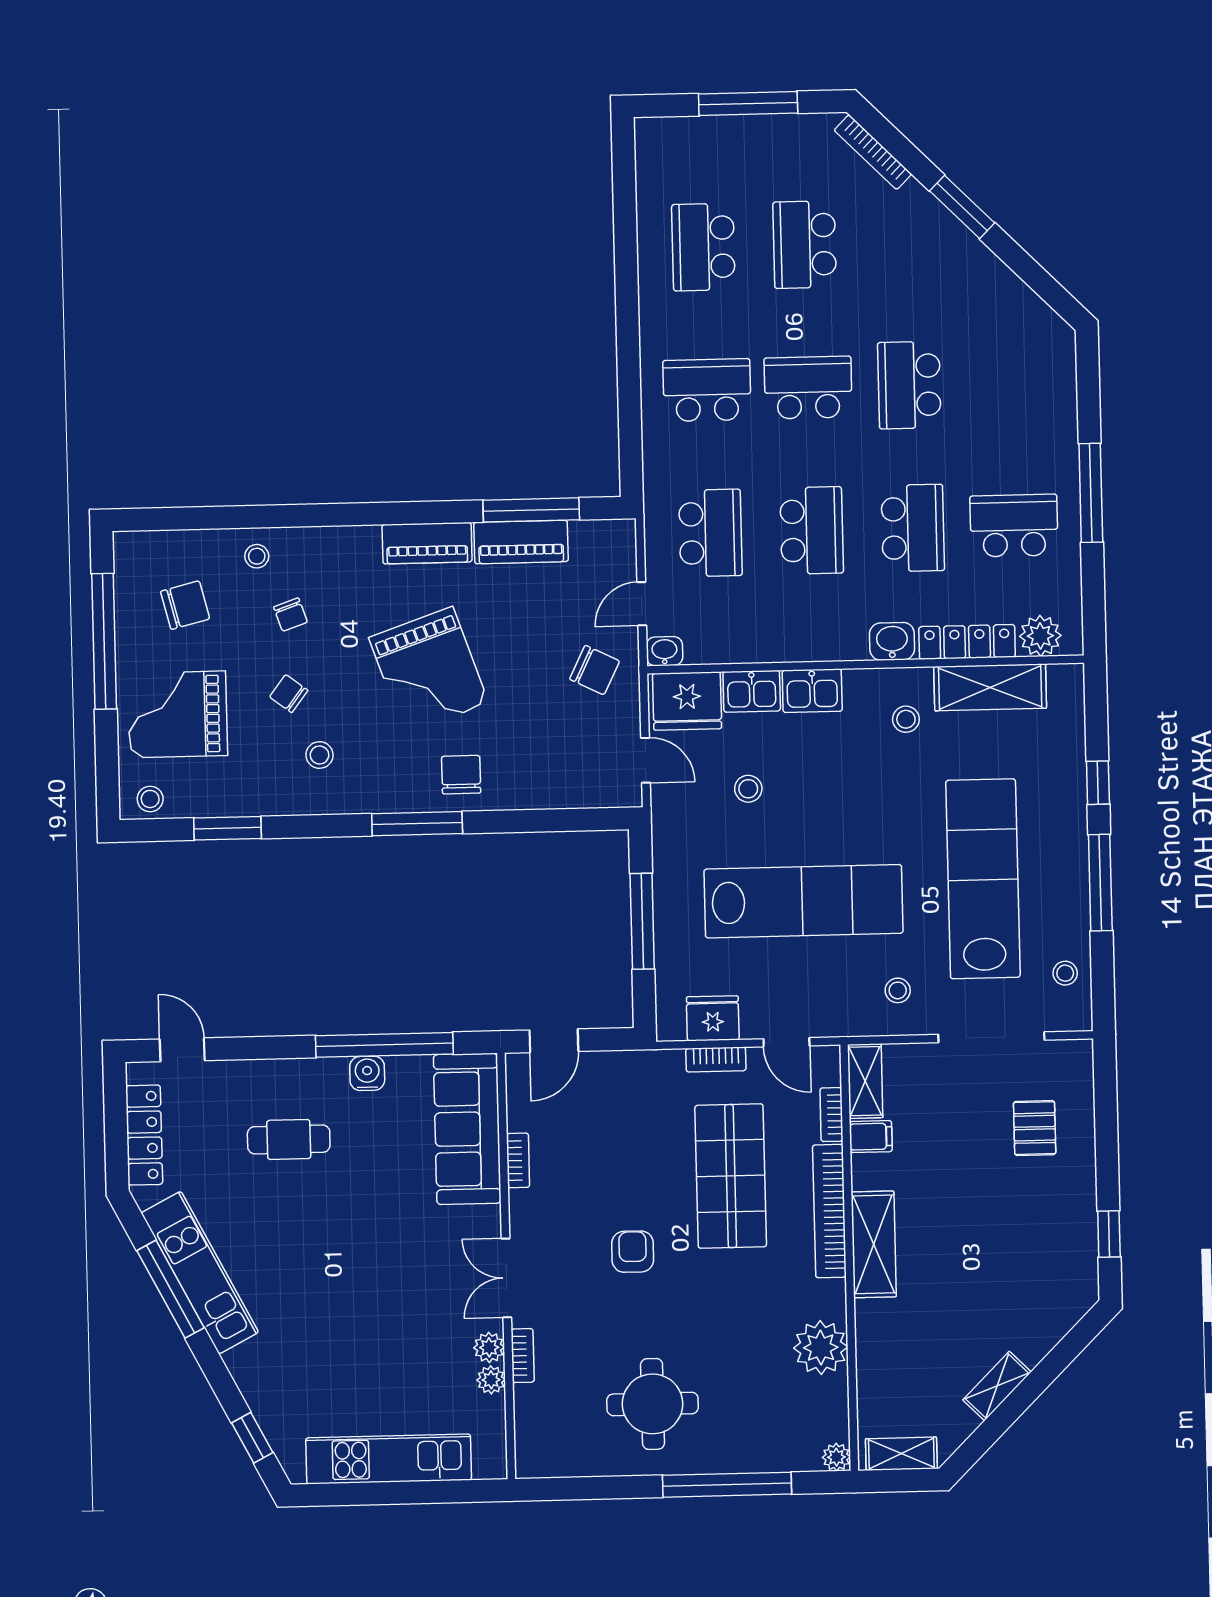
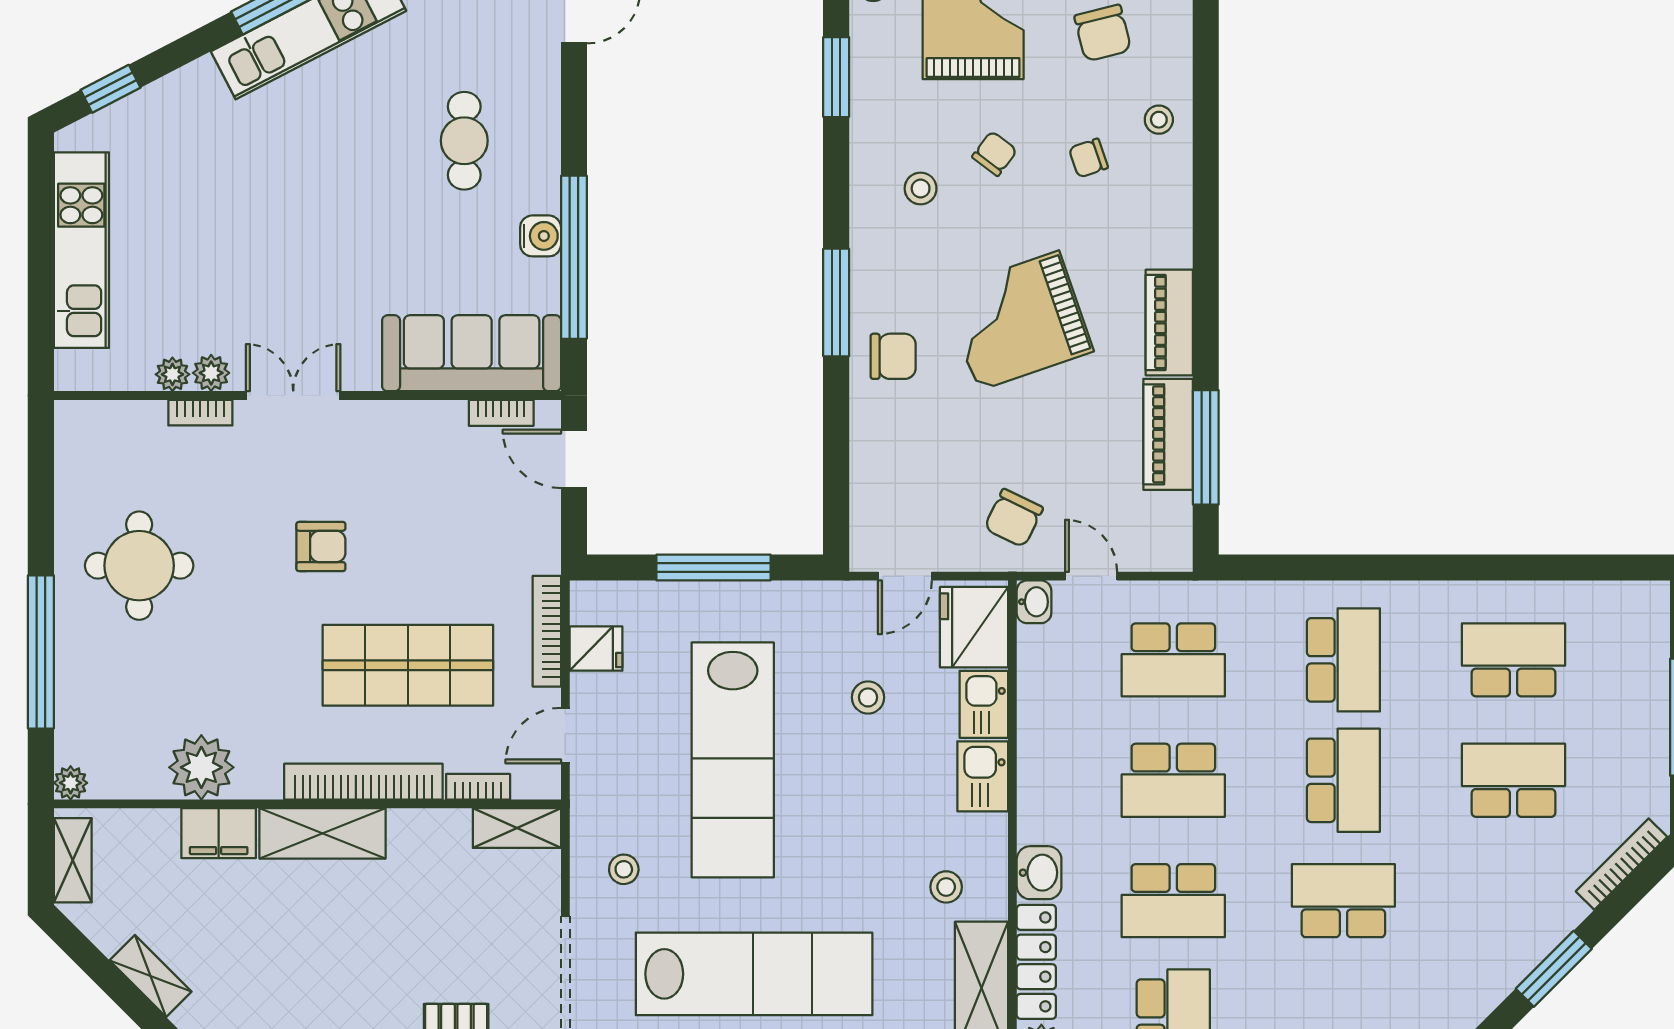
fridge: (713, 1018) -> (596, 649), width x0.72
bookcase: (716, 1060) -> (547, 631), width x1.56
filing cabinet: (871, 1137) -> (219, 833), moved, width x2.00
bookcase: (518, 1160) -> (501, 413), moved

